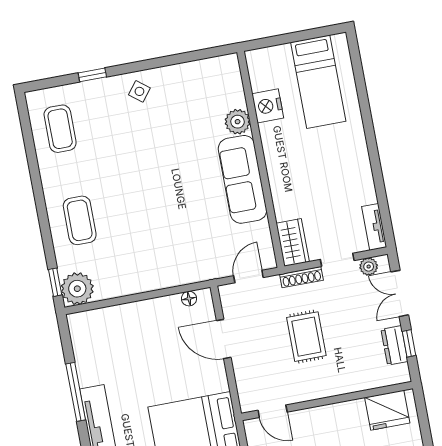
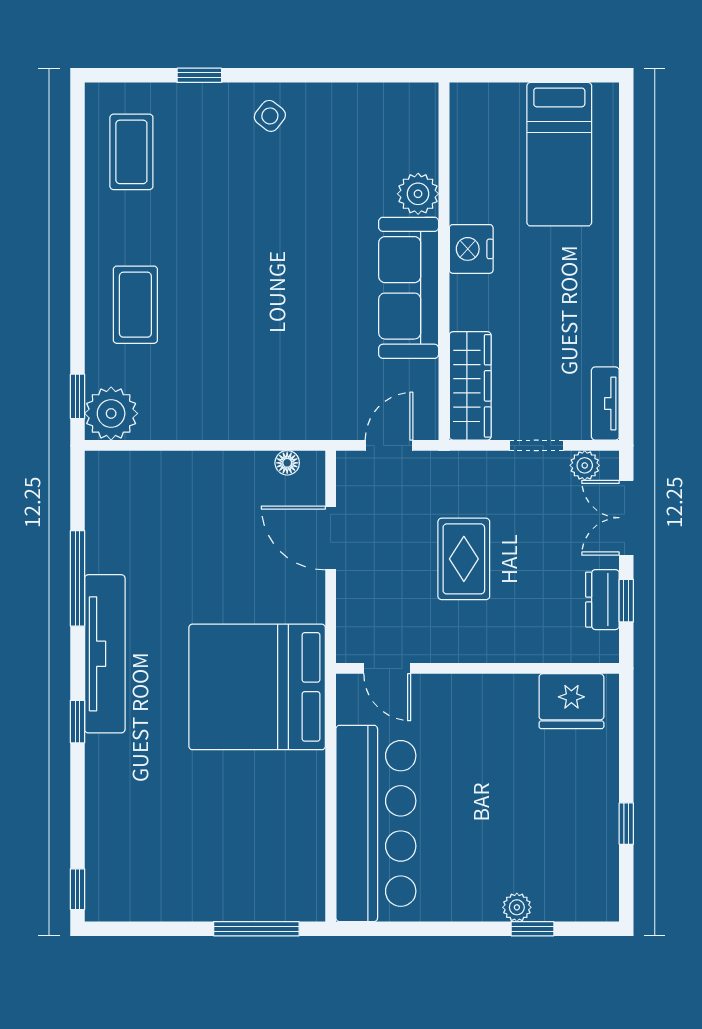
nightstand: (268, 106) -> (471, 249), moved
wardrobe: (293, 242) -> (470, 386), width x1.50
shoe rack: (301, 277) -> (474, 462), removed

